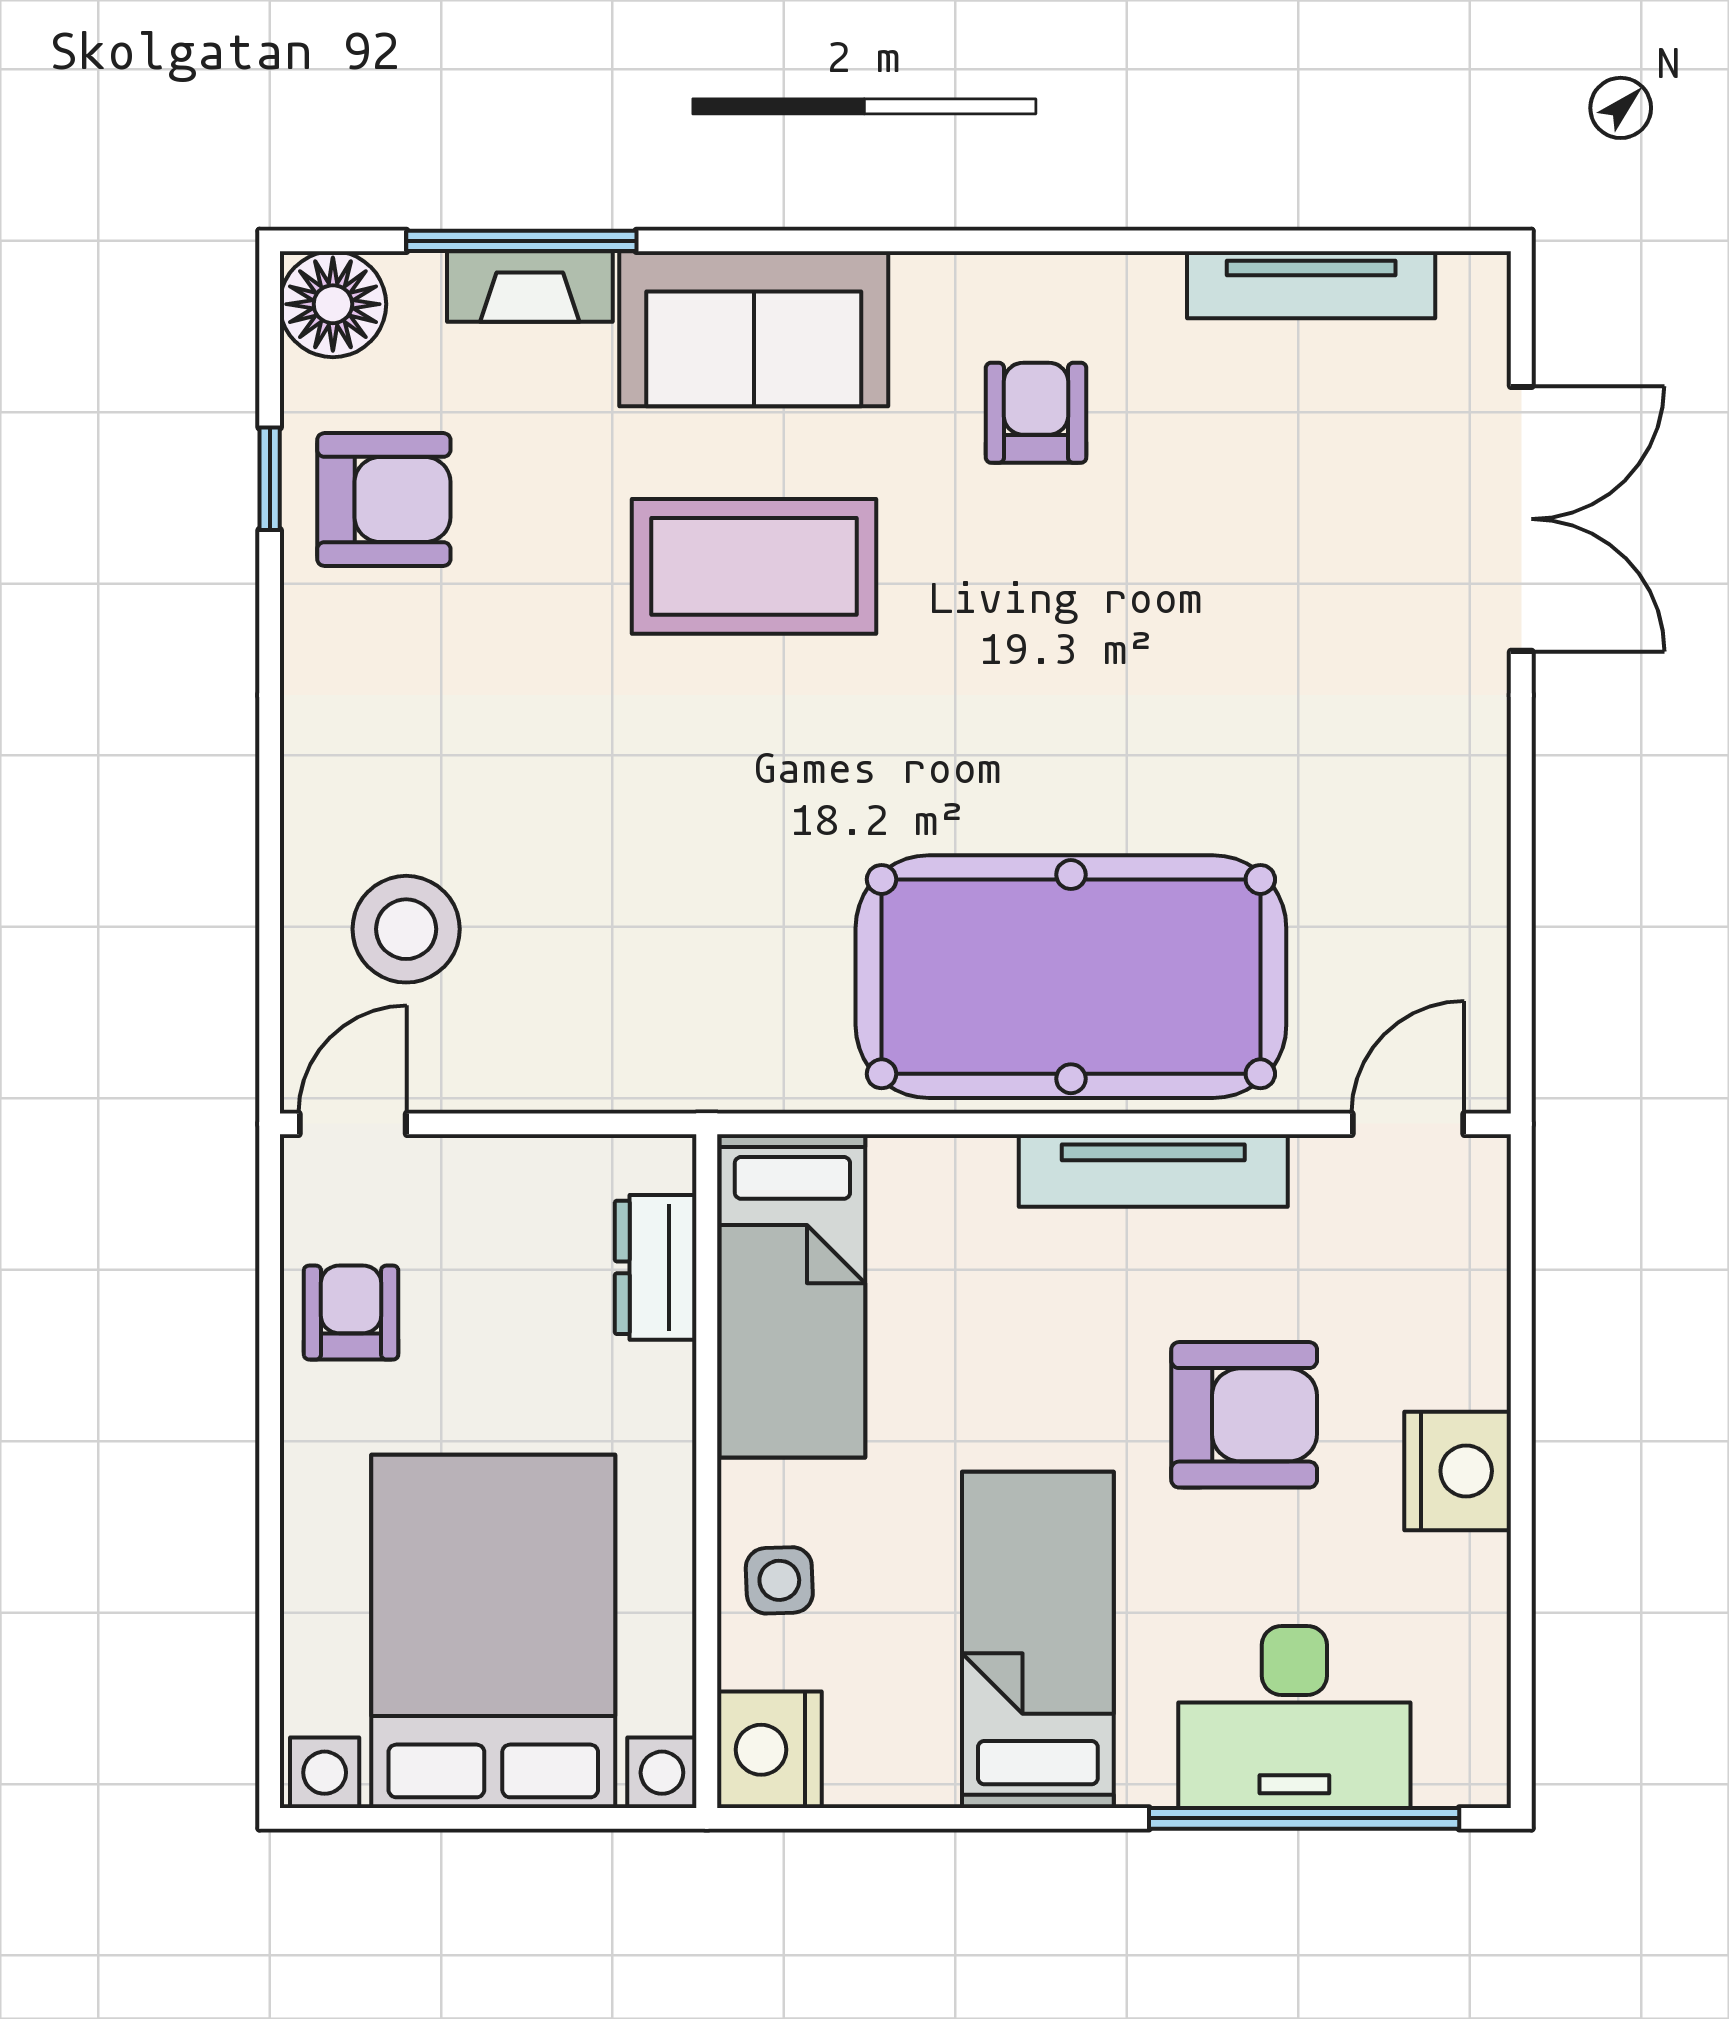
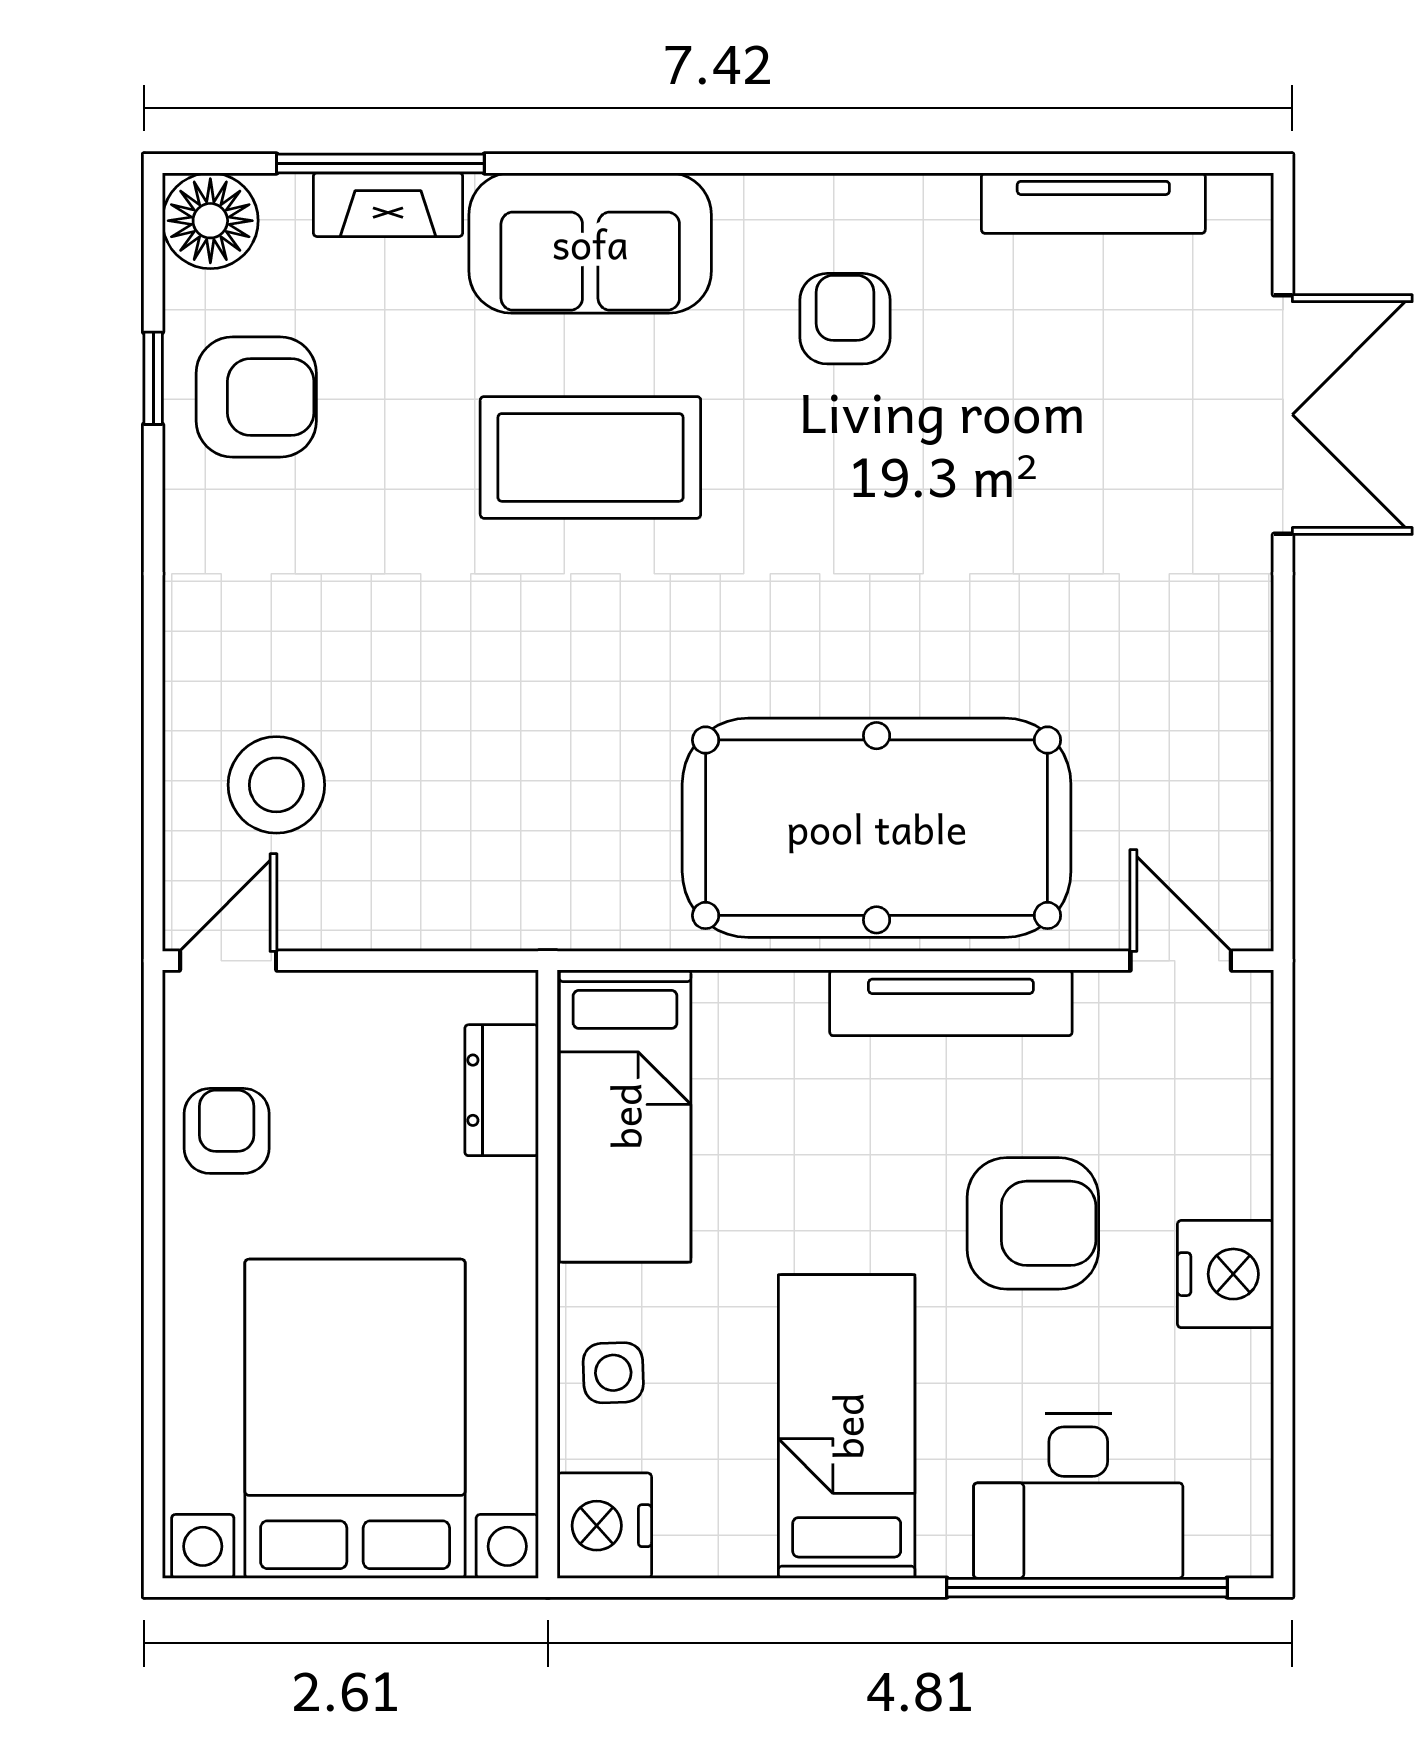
door: (1408, 1124) -> (1181, 961), hinge flipped

